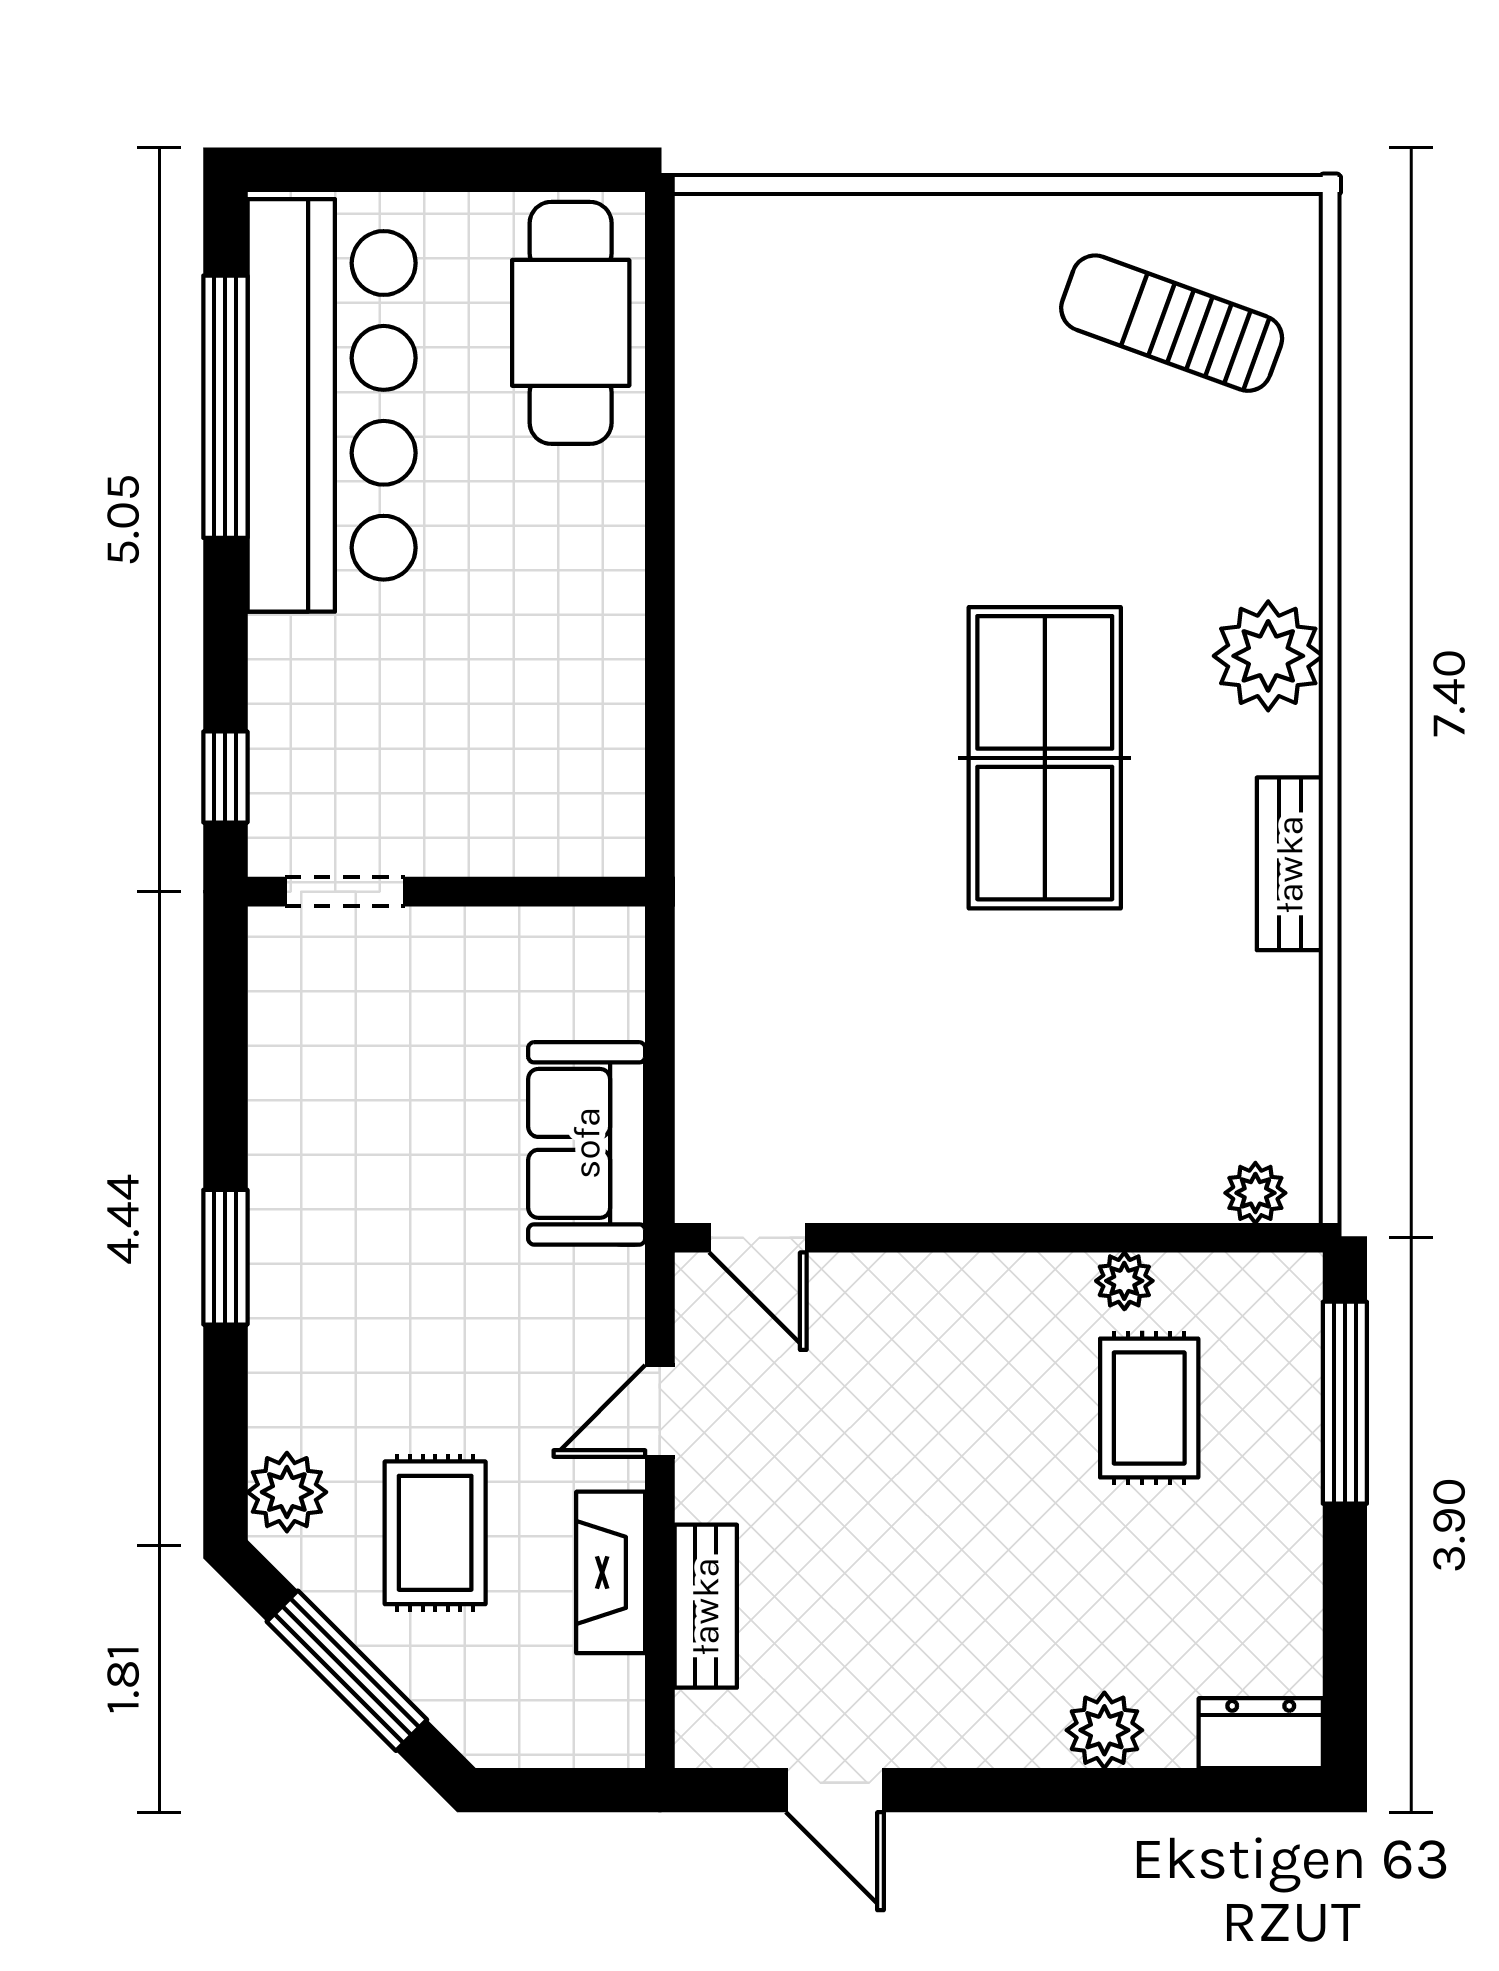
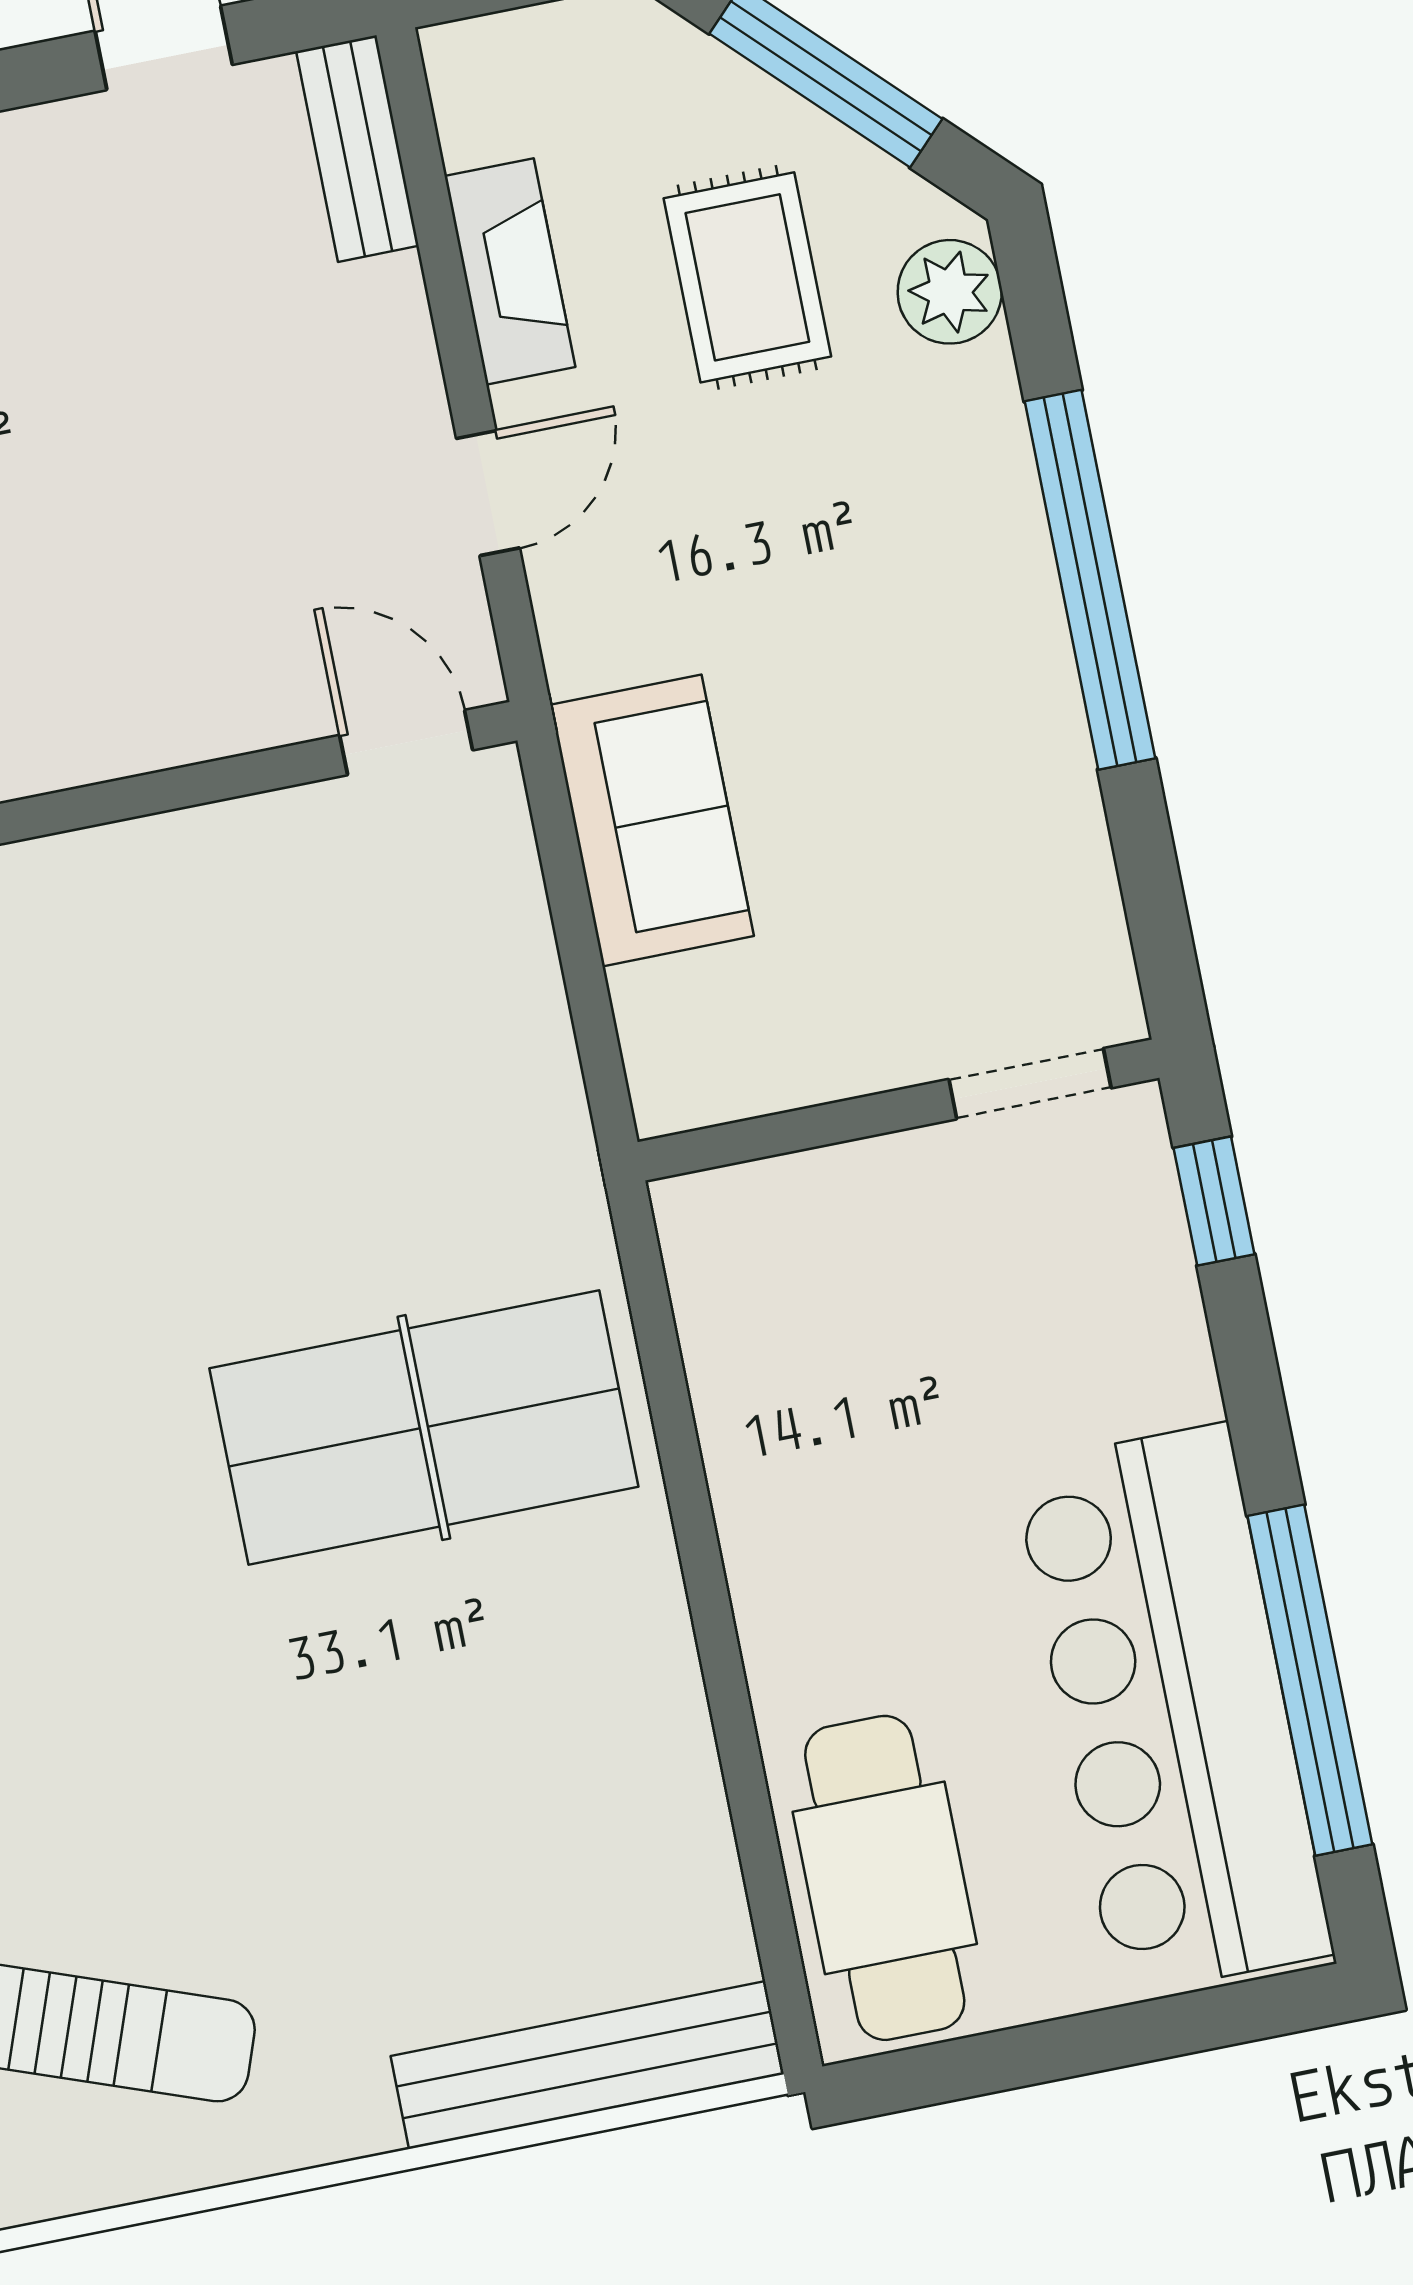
bench: (820, 228) -> (587, 2065), added
table tennis table: (1045, 758) -> (424, 1428), moved, turned 90
window: (225, 1257) -> (1090, 580), width x2.11
bench: (706, 1606) -> (357, 149), moved

